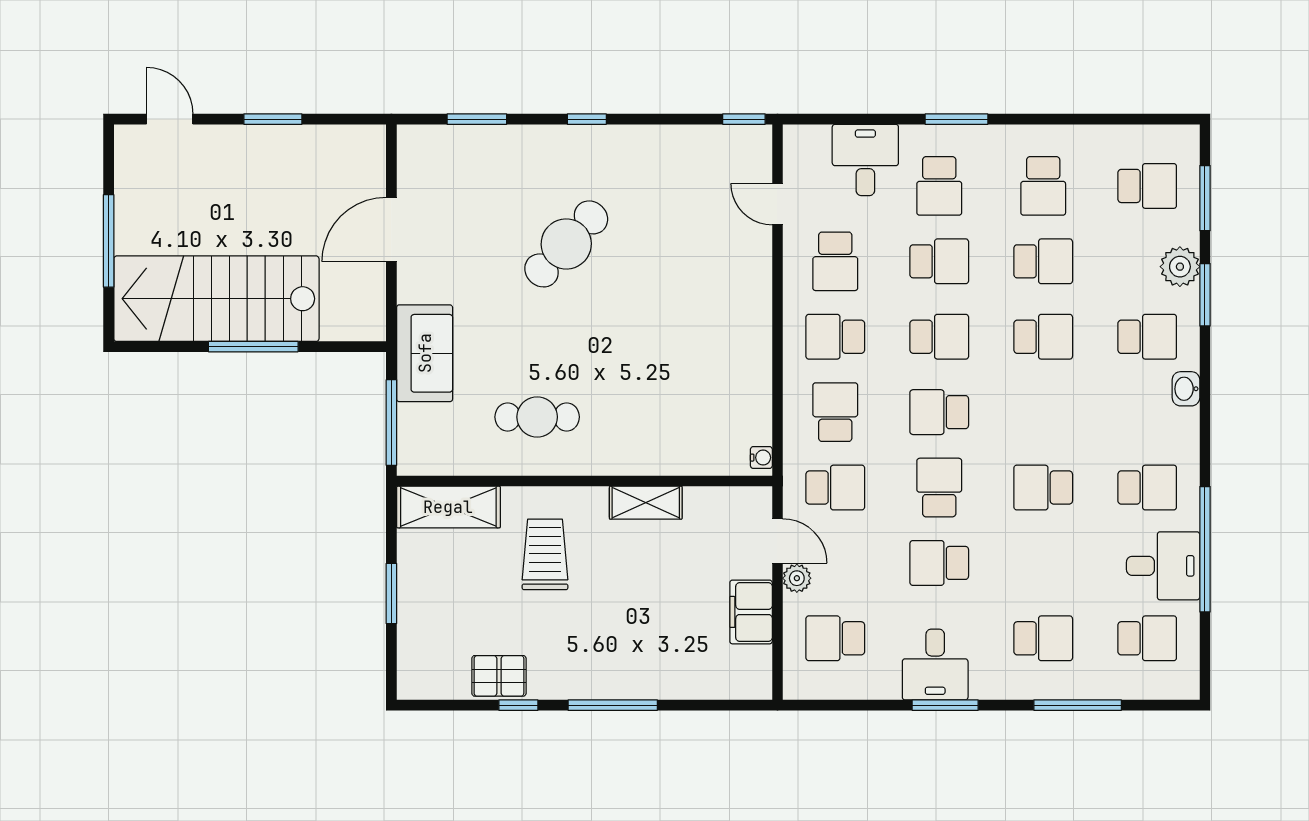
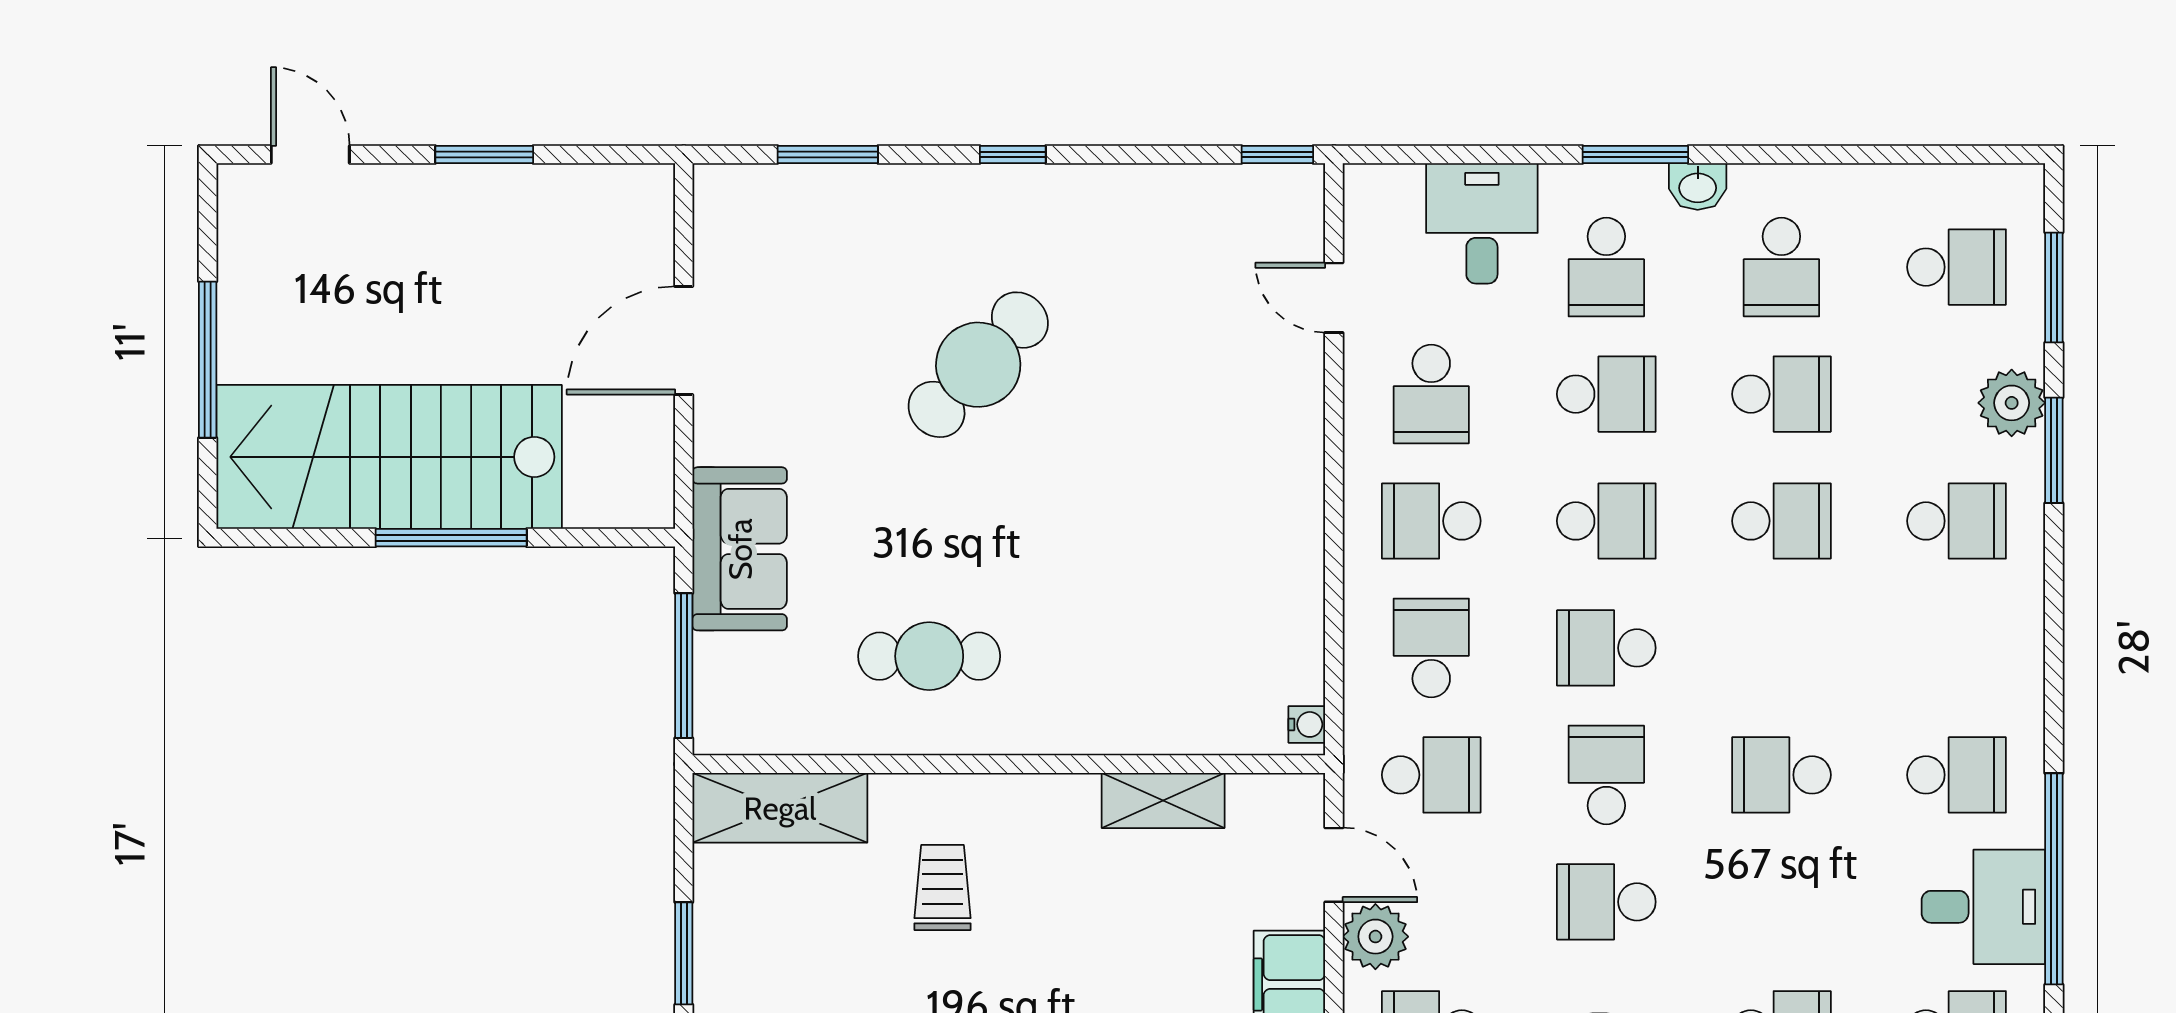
washbasin: (1186, 389) -> (1698, 186), moved, turned -90
shelving: (646, 503) -> (1163, 800), moved
trolley: (545, 554) -> (942, 888), width x0.73, depth x0.72
plant: (797, 578) -> (1375, 937), width x1.38, depth x1.38

